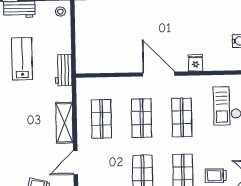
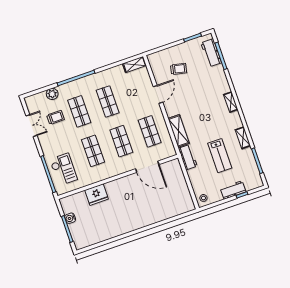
fridge: (195, 63) -> (97, 195), width x1.88, depth x1.34
door: (159, 74) -> (147, 167), moved
shelving: (64, 123) -> (179, 131), moved

